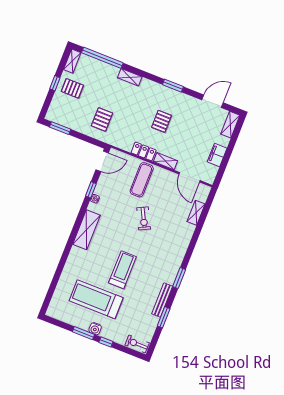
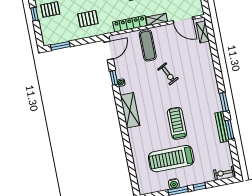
pallet: (102, 119) -> (88, 19), turned 90
locker: (144, 151) -> (130, 24), width x1.53
shelving: (196, 213) -> (203, 32), moved
window: (164, 317) -> (230, 130), moved
water cooler: (95, 329) -> (174, 184), moved

